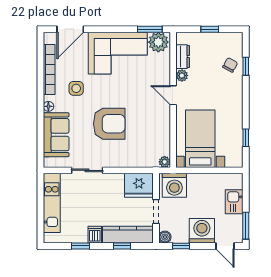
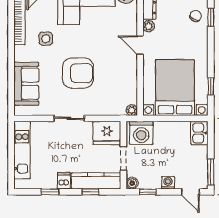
floor lamp: (48, 106) -> (19, 56), removed
bed with nightstands: (200, 139) -> (175, 88), width x1.36
sliding door: (87, 170) -> (69, 118), moved
kitchen sink: (234, 202) -> (199, 133), moved
washing machine: (202, 231) -> (168, 183), width x0.53, depth x0.53

